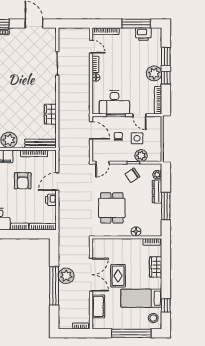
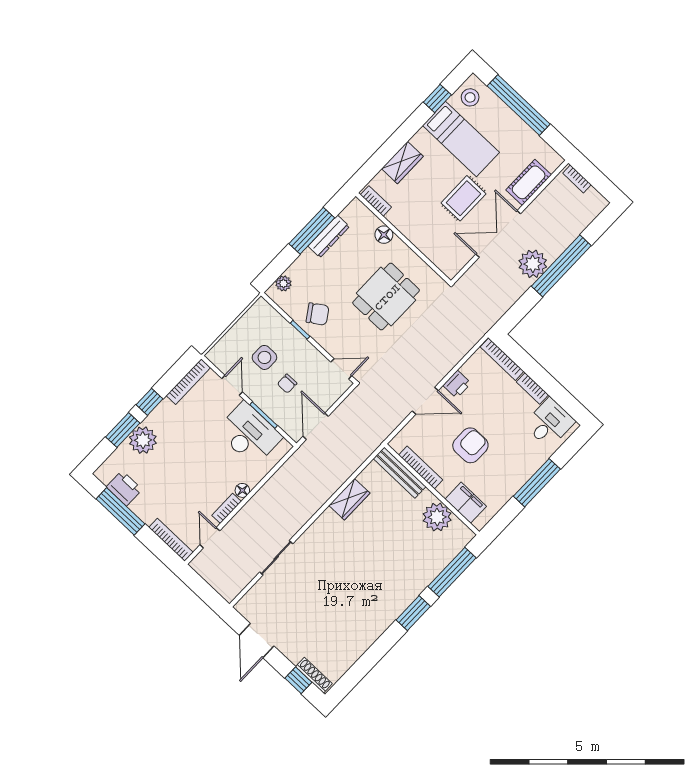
plant: (154, 73) -> (143, 440), moved
plant: (141, 156) -> (281, 329), removed
dresser: (157, 192) -> (329, 236), moved

